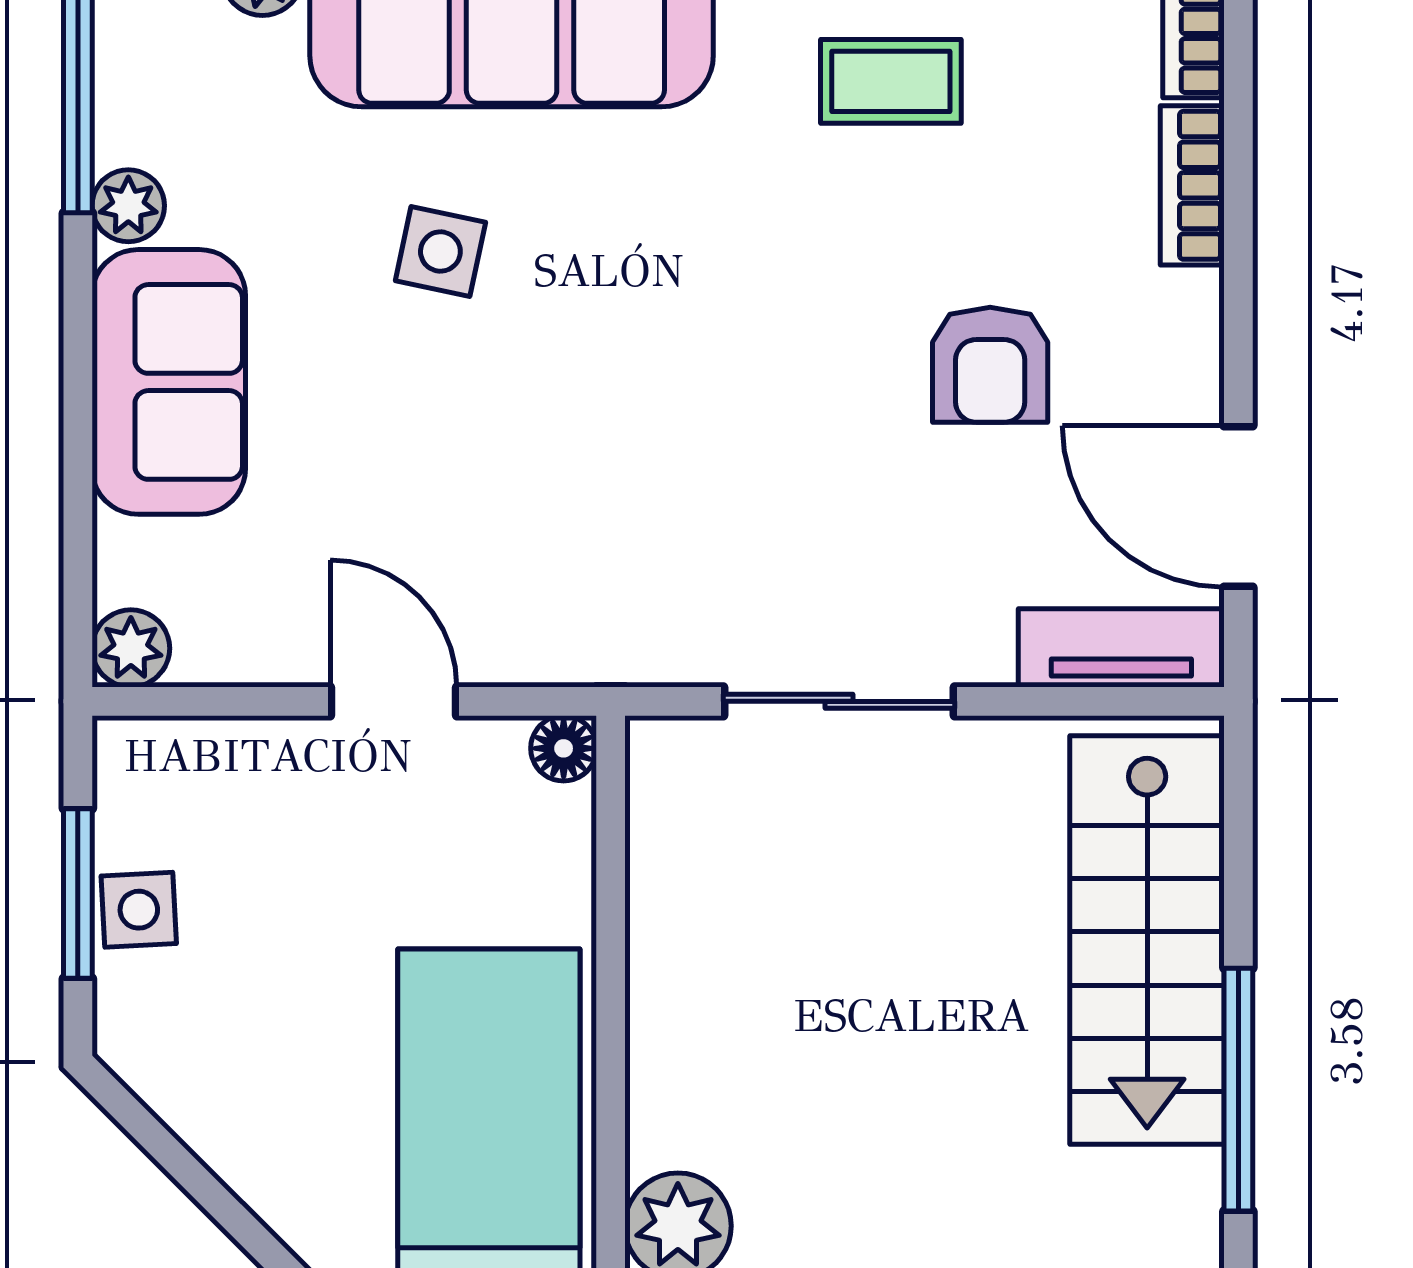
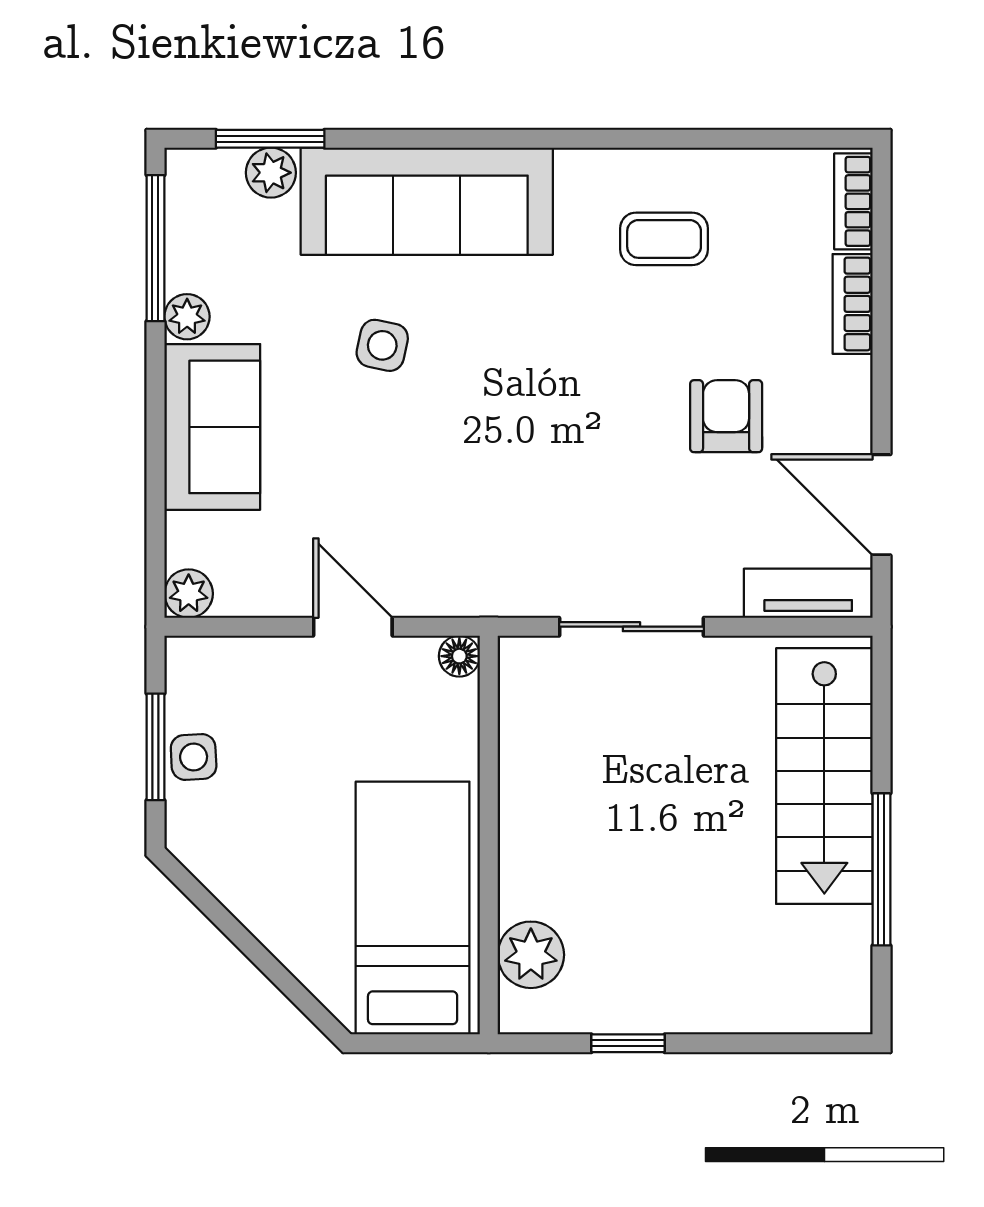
armchair: (990, 365) -> (726, 416), turned 180

